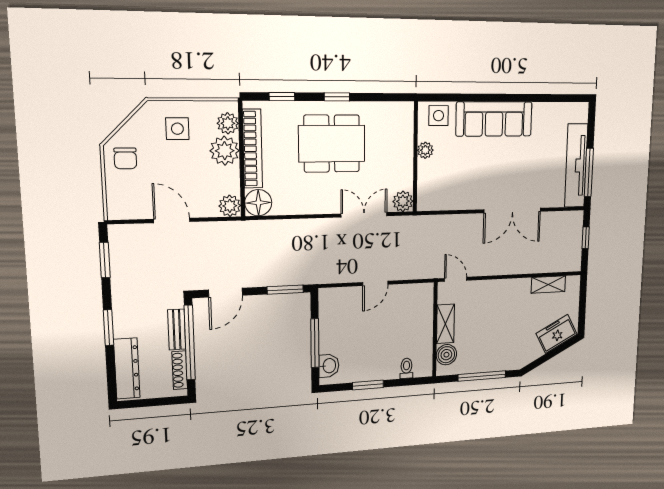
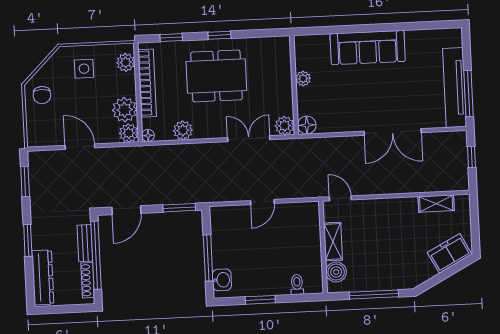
side table: (439, 116) -> (314, 47), removed
plant: (225, 151) -> (125, 110), moved
floor lamp: (426, 201) -> (307, 125), added
floor lamp: (258, 203) -> (148, 135), width x0.53, depth x0.53
plant: (292, 204) -> (183, 130), added

